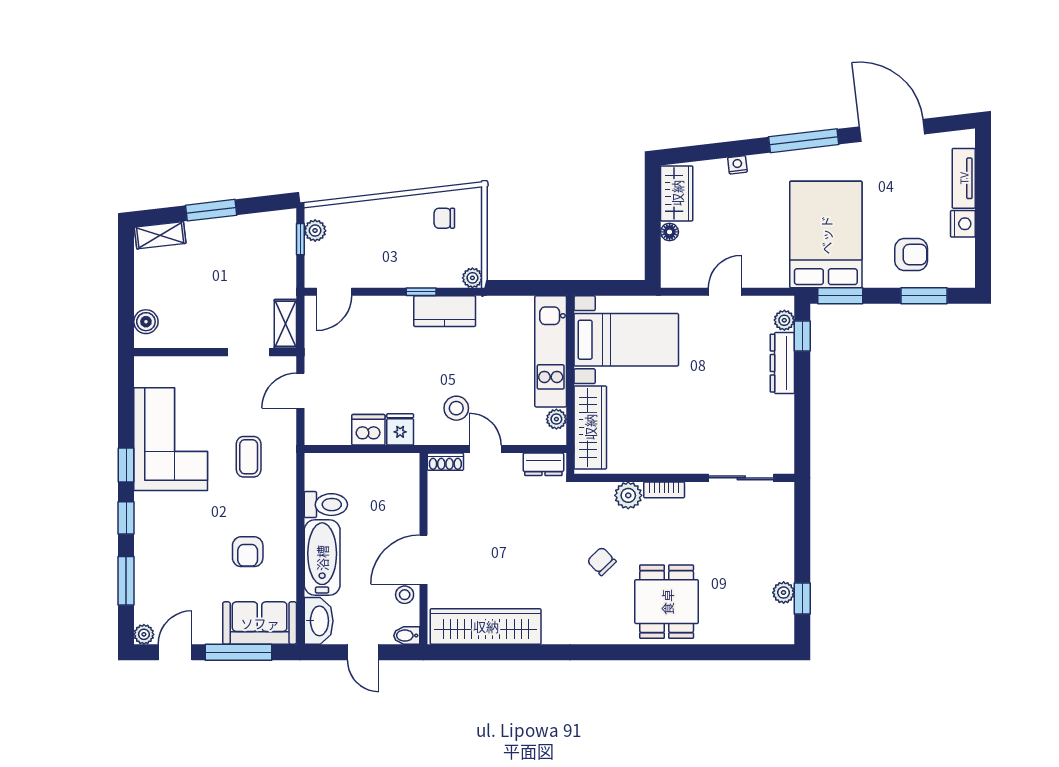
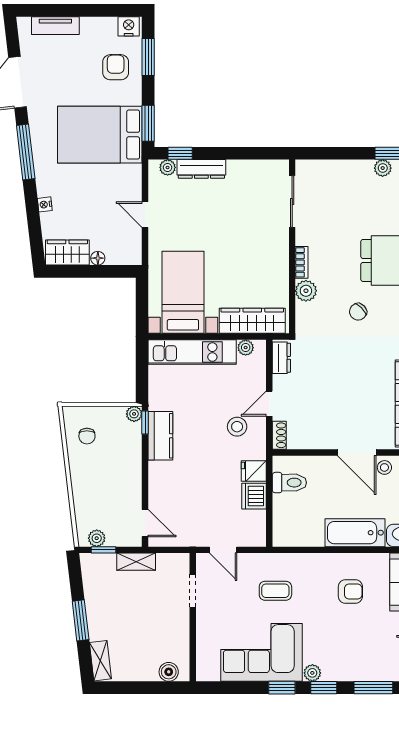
nightstand: (963, 224) -> (129, 26), moved
window: (421, 292) -> (145, 422), moved
shelving: (285, 324) -> (136, 562), moved
plant: (145, 503) -> (312, 673), added
toilet: (326, 505) -> (289, 483), moved, turned 90

